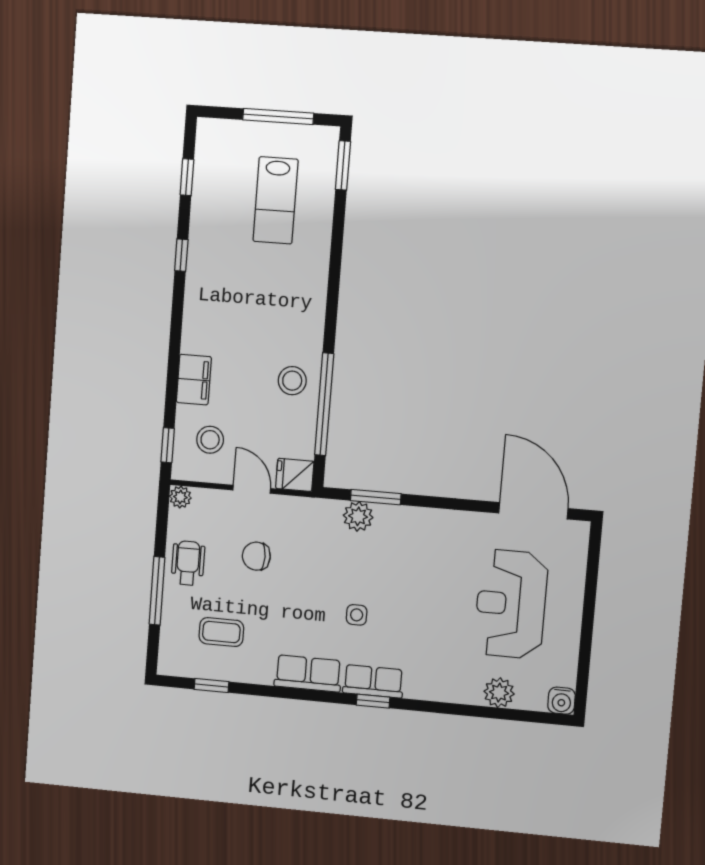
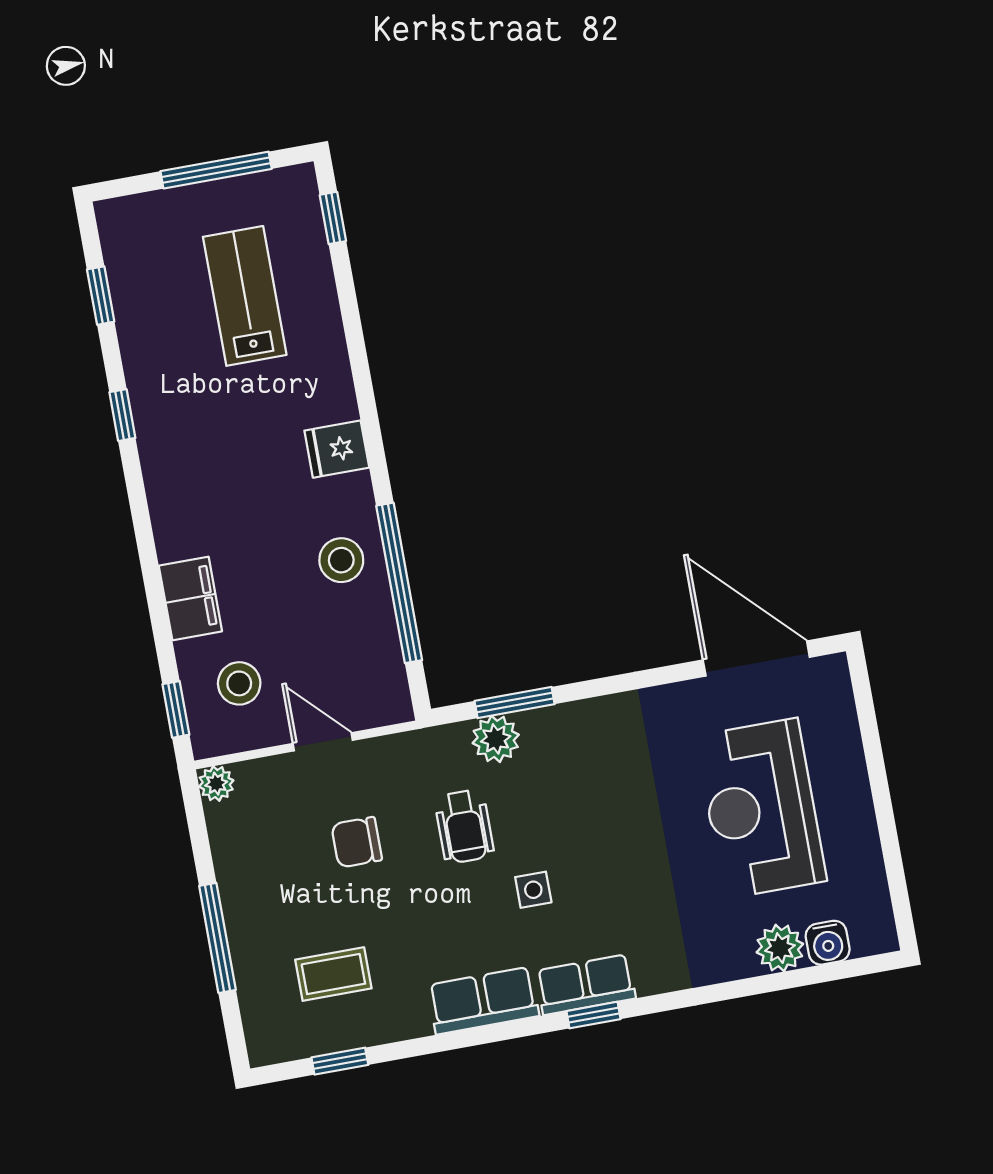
window: (343, 165) -> (333, 218), width x0.67
lab bench: (276, 200) -> (245, 296), turned 180
fridge: (295, 475) -> (337, 449), moved
wheelchair: (188, 563) -> (464, 826), moved, turned 180
water cooler: (562, 701) -> (828, 943), moved

